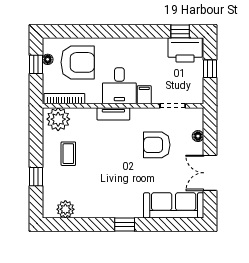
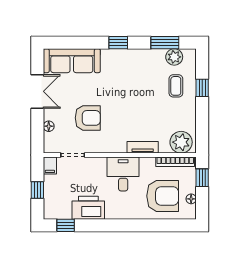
printer: (185, 50) -> (88, 208), moved
armchair: (78, 62) -> (163, 196), turned 180
window: (36, 64) -> (202, 178), moved
filing cabinet: (144, 95) -> (50, 165), moved
tv unit: (113, 114) -> (143, 147), moved
coffee table: (68, 154) -> (176, 86), moved
window: (75, 224) -> (165, 43), added

